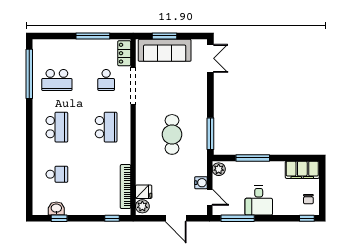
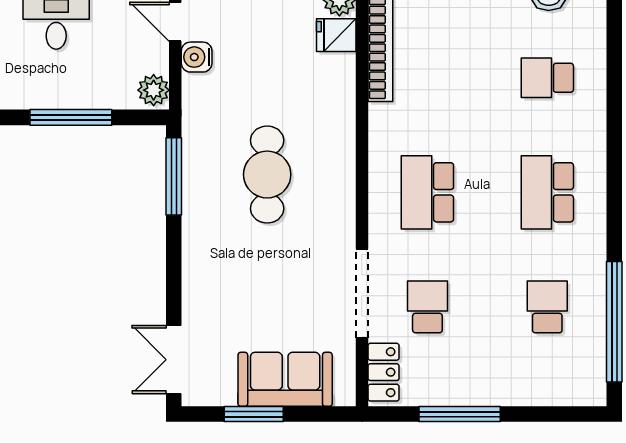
window: (165, 36) -> (254, 414), moved
sofa: (165, 50) -> (285, 379), width x0.73
school desk: (57, 80) -> (547, 307), width x0.54

